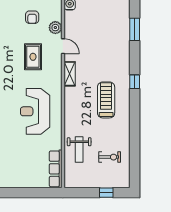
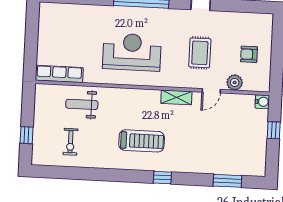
rug: (33, 57) -> (200, 53), turned 90

